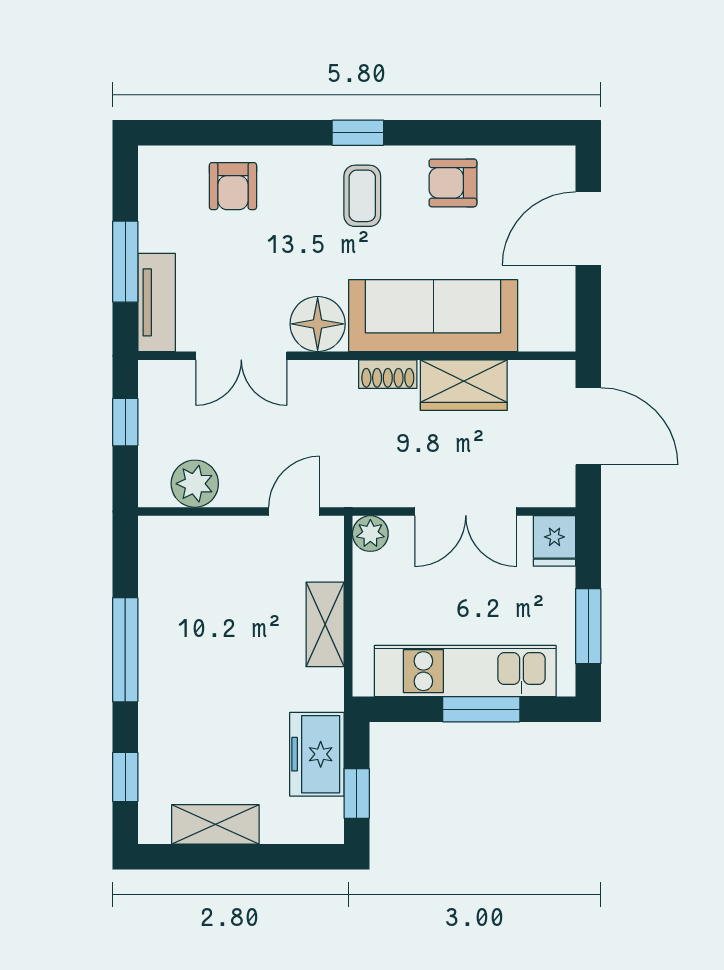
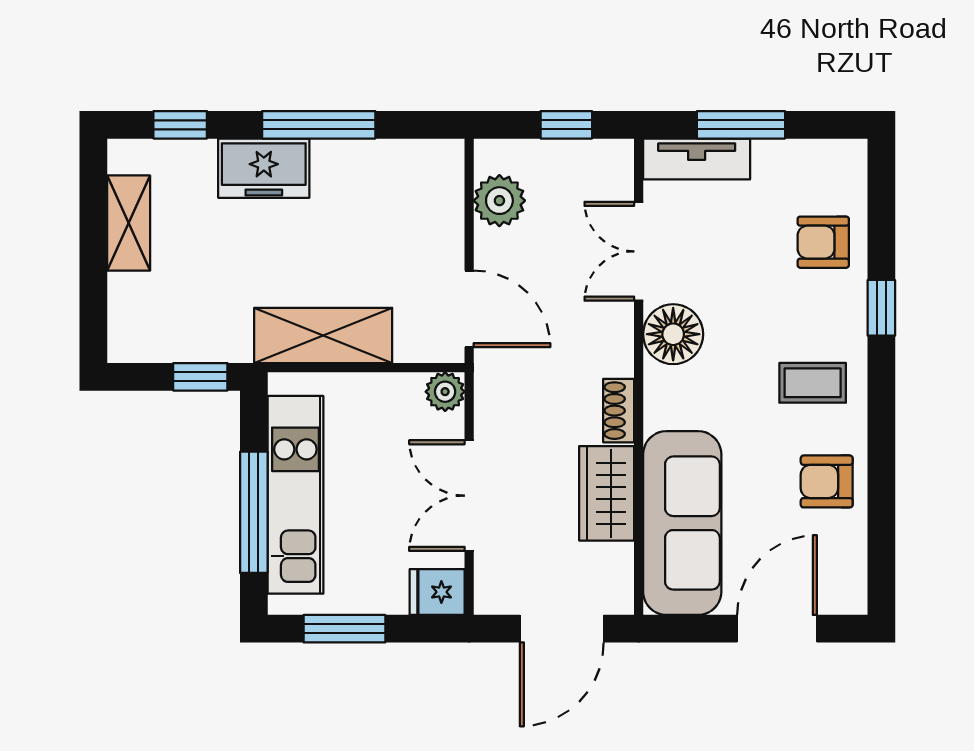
window: (358, 133) -> (881, 308), moved
armchair: (453, 183) -> (827, 481), turned -90
door: (588, 229) -> (777, 629), hinge flipped
sofa: (433, 316) -> (682, 523), moved
door: (294, 511) -> (469, 309), width x1.38
shelving: (325, 624) -> (323, 335), width x1.50, depth x1.33
window: (481, 709) -> (254, 512), width x1.44
freezer: (317, 754) -> (264, 168), moved, turned 180
window: (357, 793) -> (200, 377), moved

